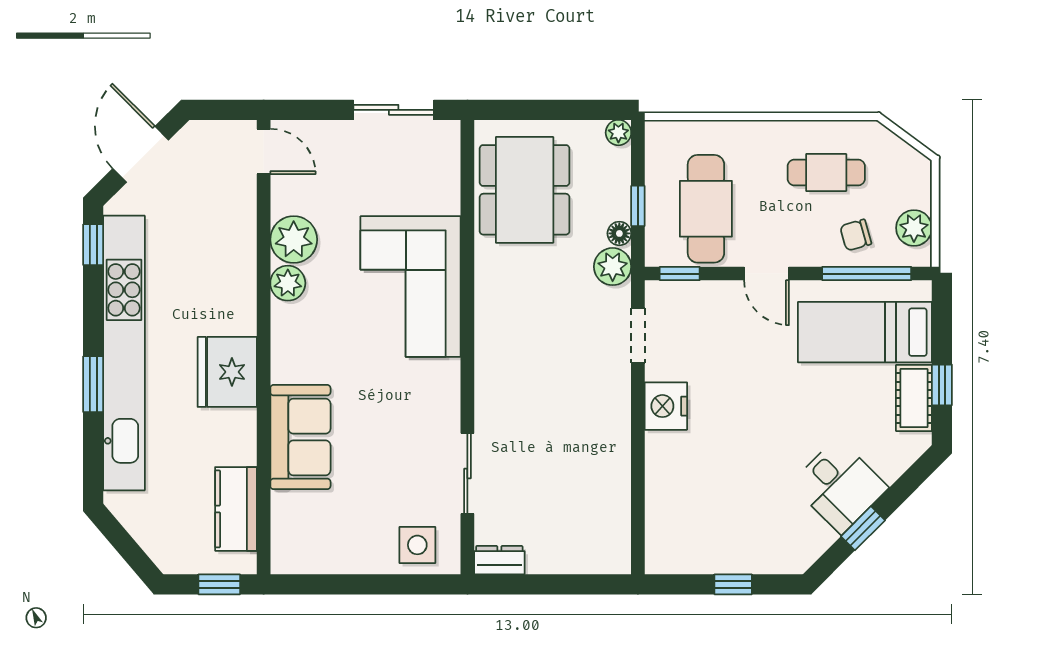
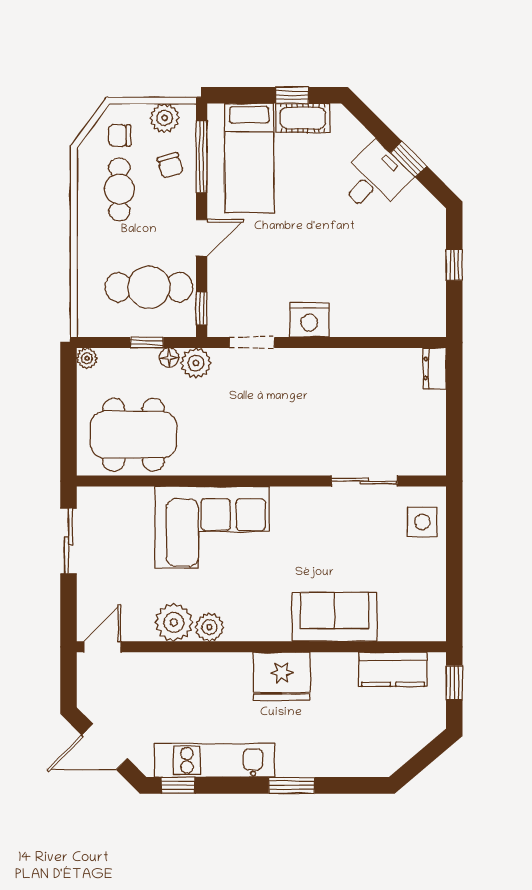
chair: (892, 173) -> (120, 135), added
kitchen unit: (124, 353) -> (215, 760), width x0.54
dresser: (499, 560) -> (435, 368), moved

